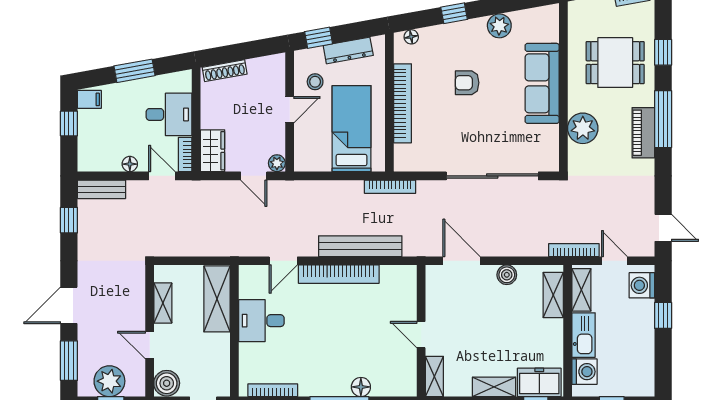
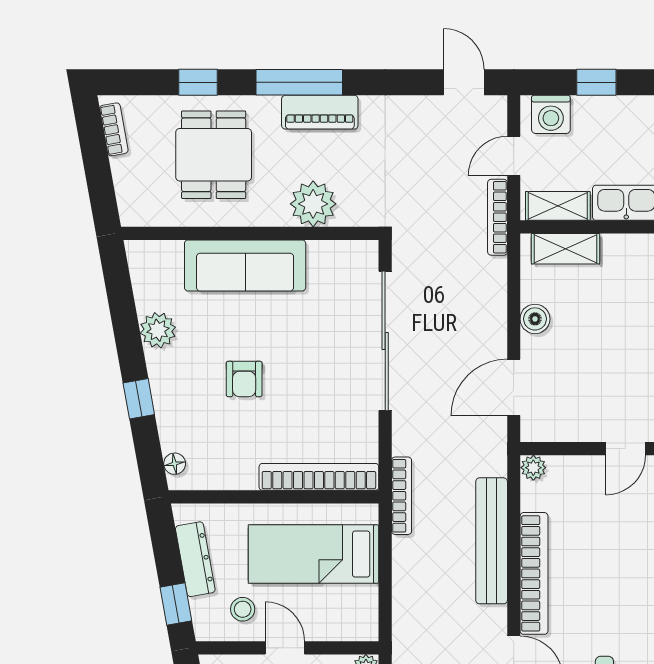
bookcase: (403, 103) -> (319, 477), moved
door: (663, 228) -> (464, 82), hinge flipped
plant: (409, 274) -> (533, 468), added

